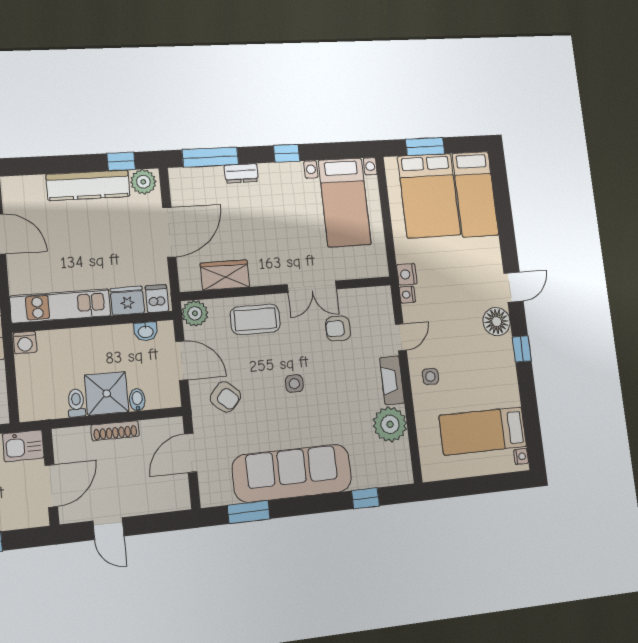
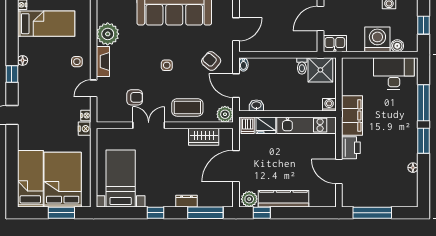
floor lamp: (497, 322) -> (23, 60), moved, width x0.53, depth x0.53
shower: (107, 393) -> (320, 70), moved
bidet: (137, 400) -> (243, 64), moved
shoe rack: (115, 431) -> (280, 47), removed

